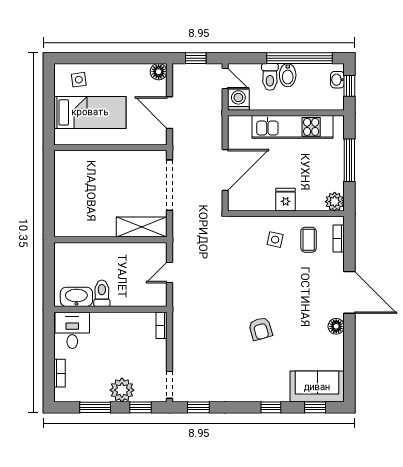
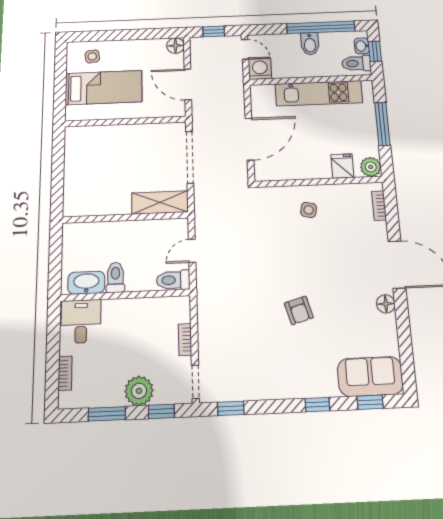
toilet: (270, 77) -> (356, 63), moved, turned 90
fridge: (286, 200) -> (342, 166), moved
coffee table: (309, 240) -> (346, 208), removed
toilet: (152, 298) -> (173, 280), added
bookcase: (162, 325) -> (185, 340), moved

